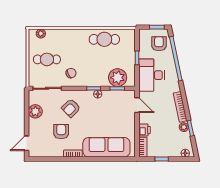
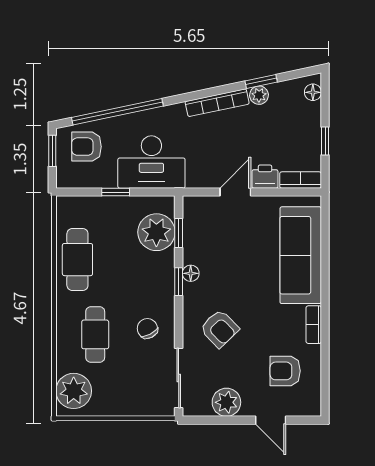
plant: (41, 34) -> (74, 391), width x1.88, depth x1.88
cafe table: (47, 59) -> (95, 334), moved
door: (137, 105) -> (235, 192), moved
armchair: (61, 132) -> (285, 371), moved
door: (27, 143) -> (271, 420), moved

